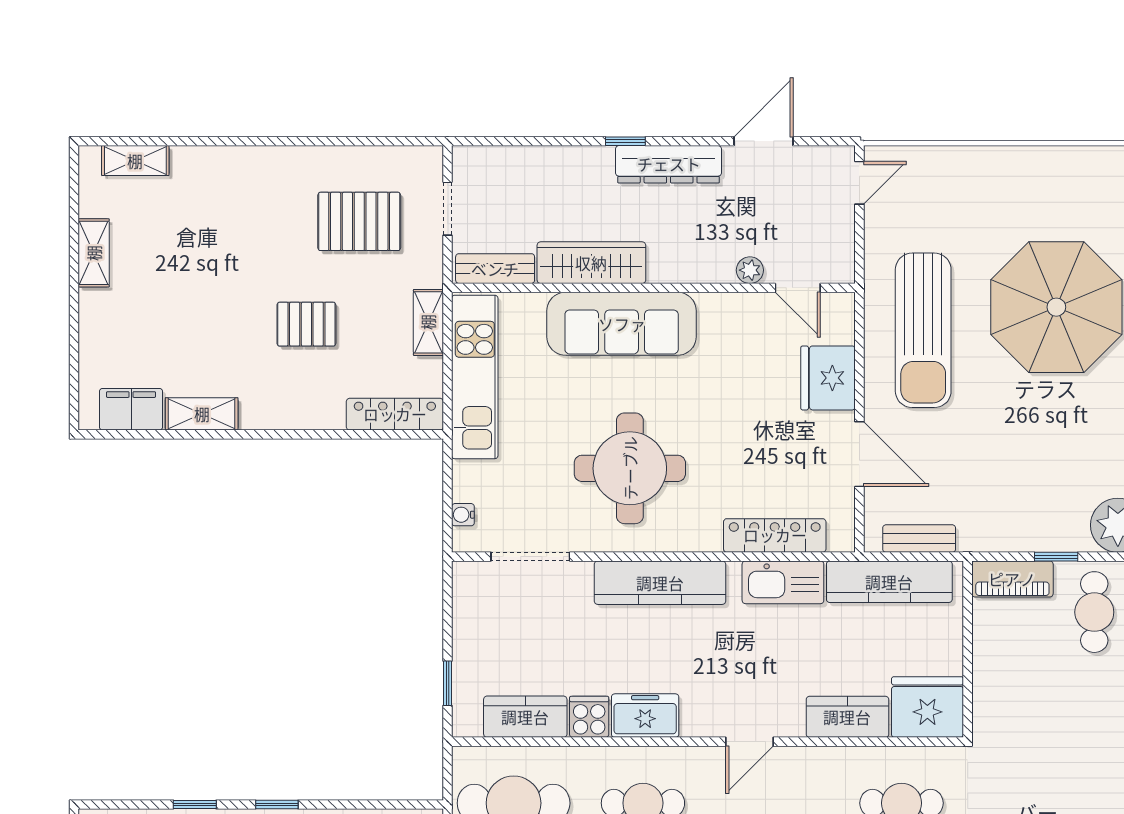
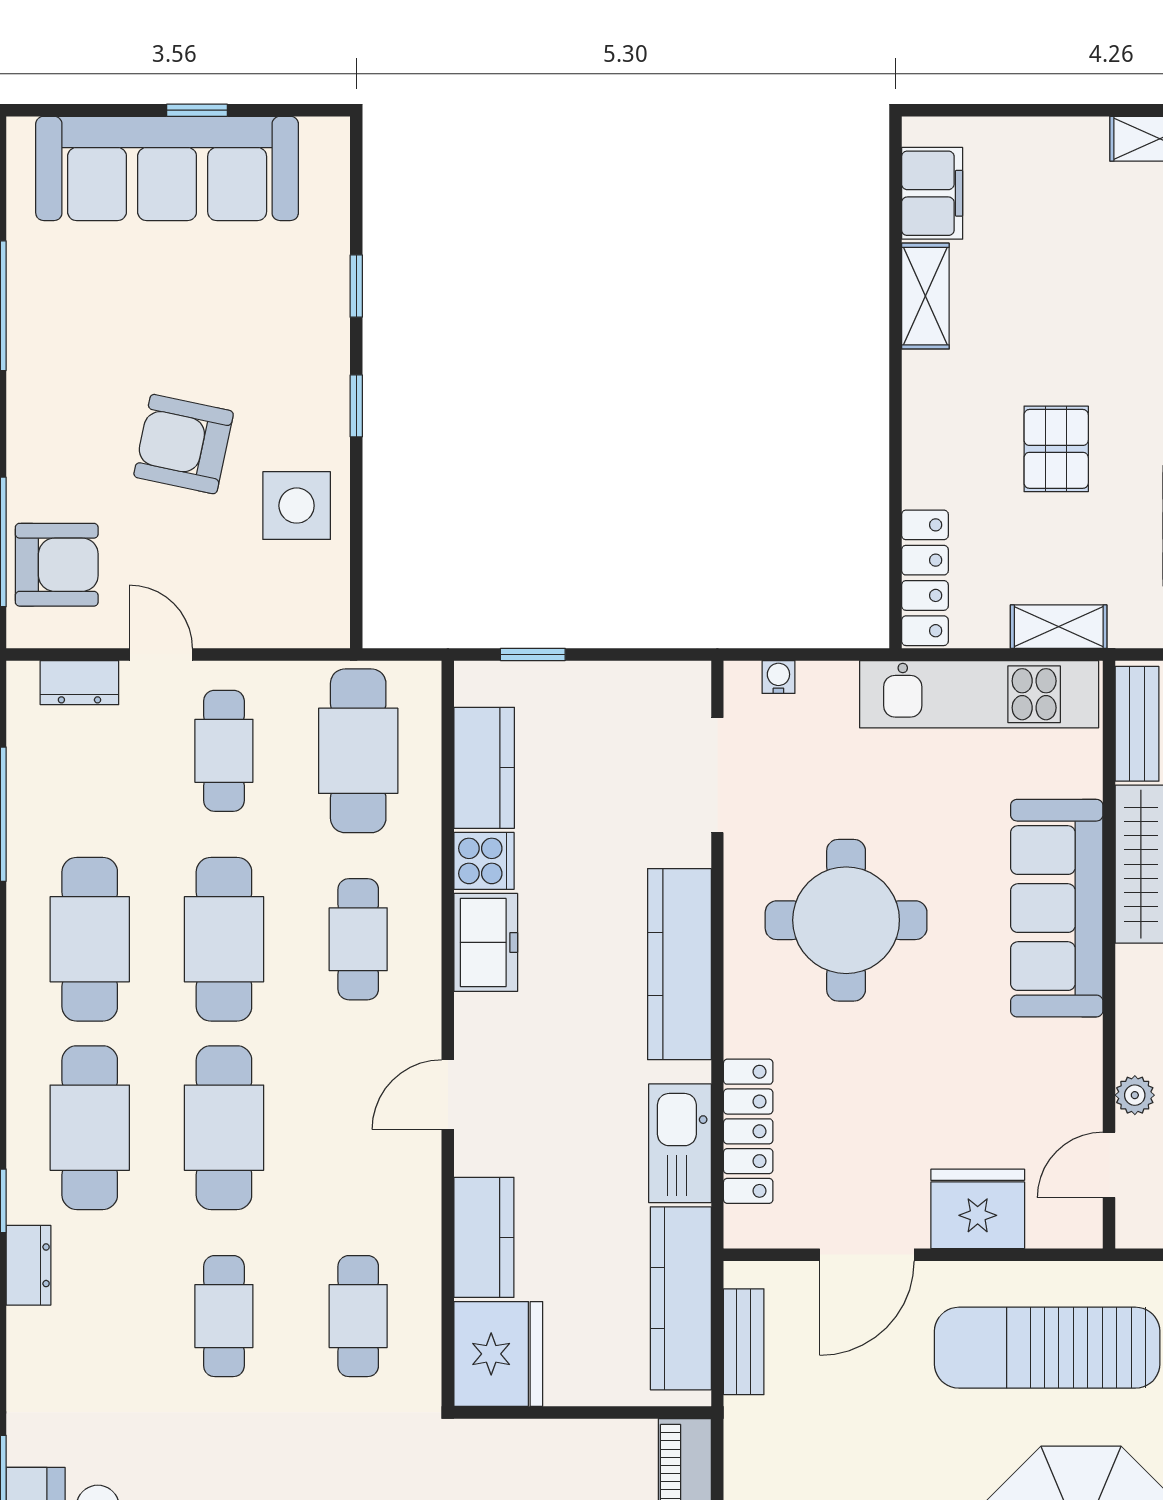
door: (750, 742) -> (448, 1095), hinge flipped

